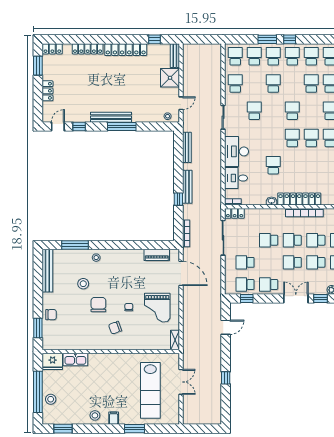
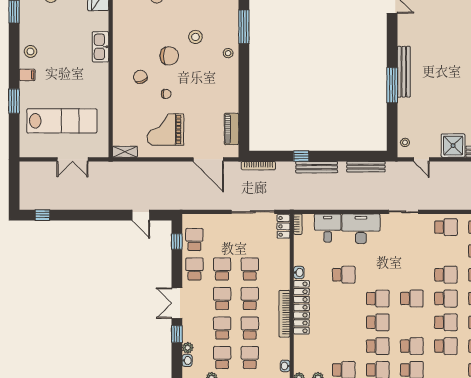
school desk: (254, 111) -> (446, 299), moved
window: (79, 126) -> (392, 32), removed
school desk: (245, 262) -> (222, 269), moved
door: (181, 273) -> (208, 159), hinge flipped
double door: (296, 299) -> (177, 303), swing flipped
kitchen sink: (75, 359) -> (101, 47), moved
window: (226, 378) -> (42, 215), moved
lab bench: (150, 390) -> (62, 121), turned 180

